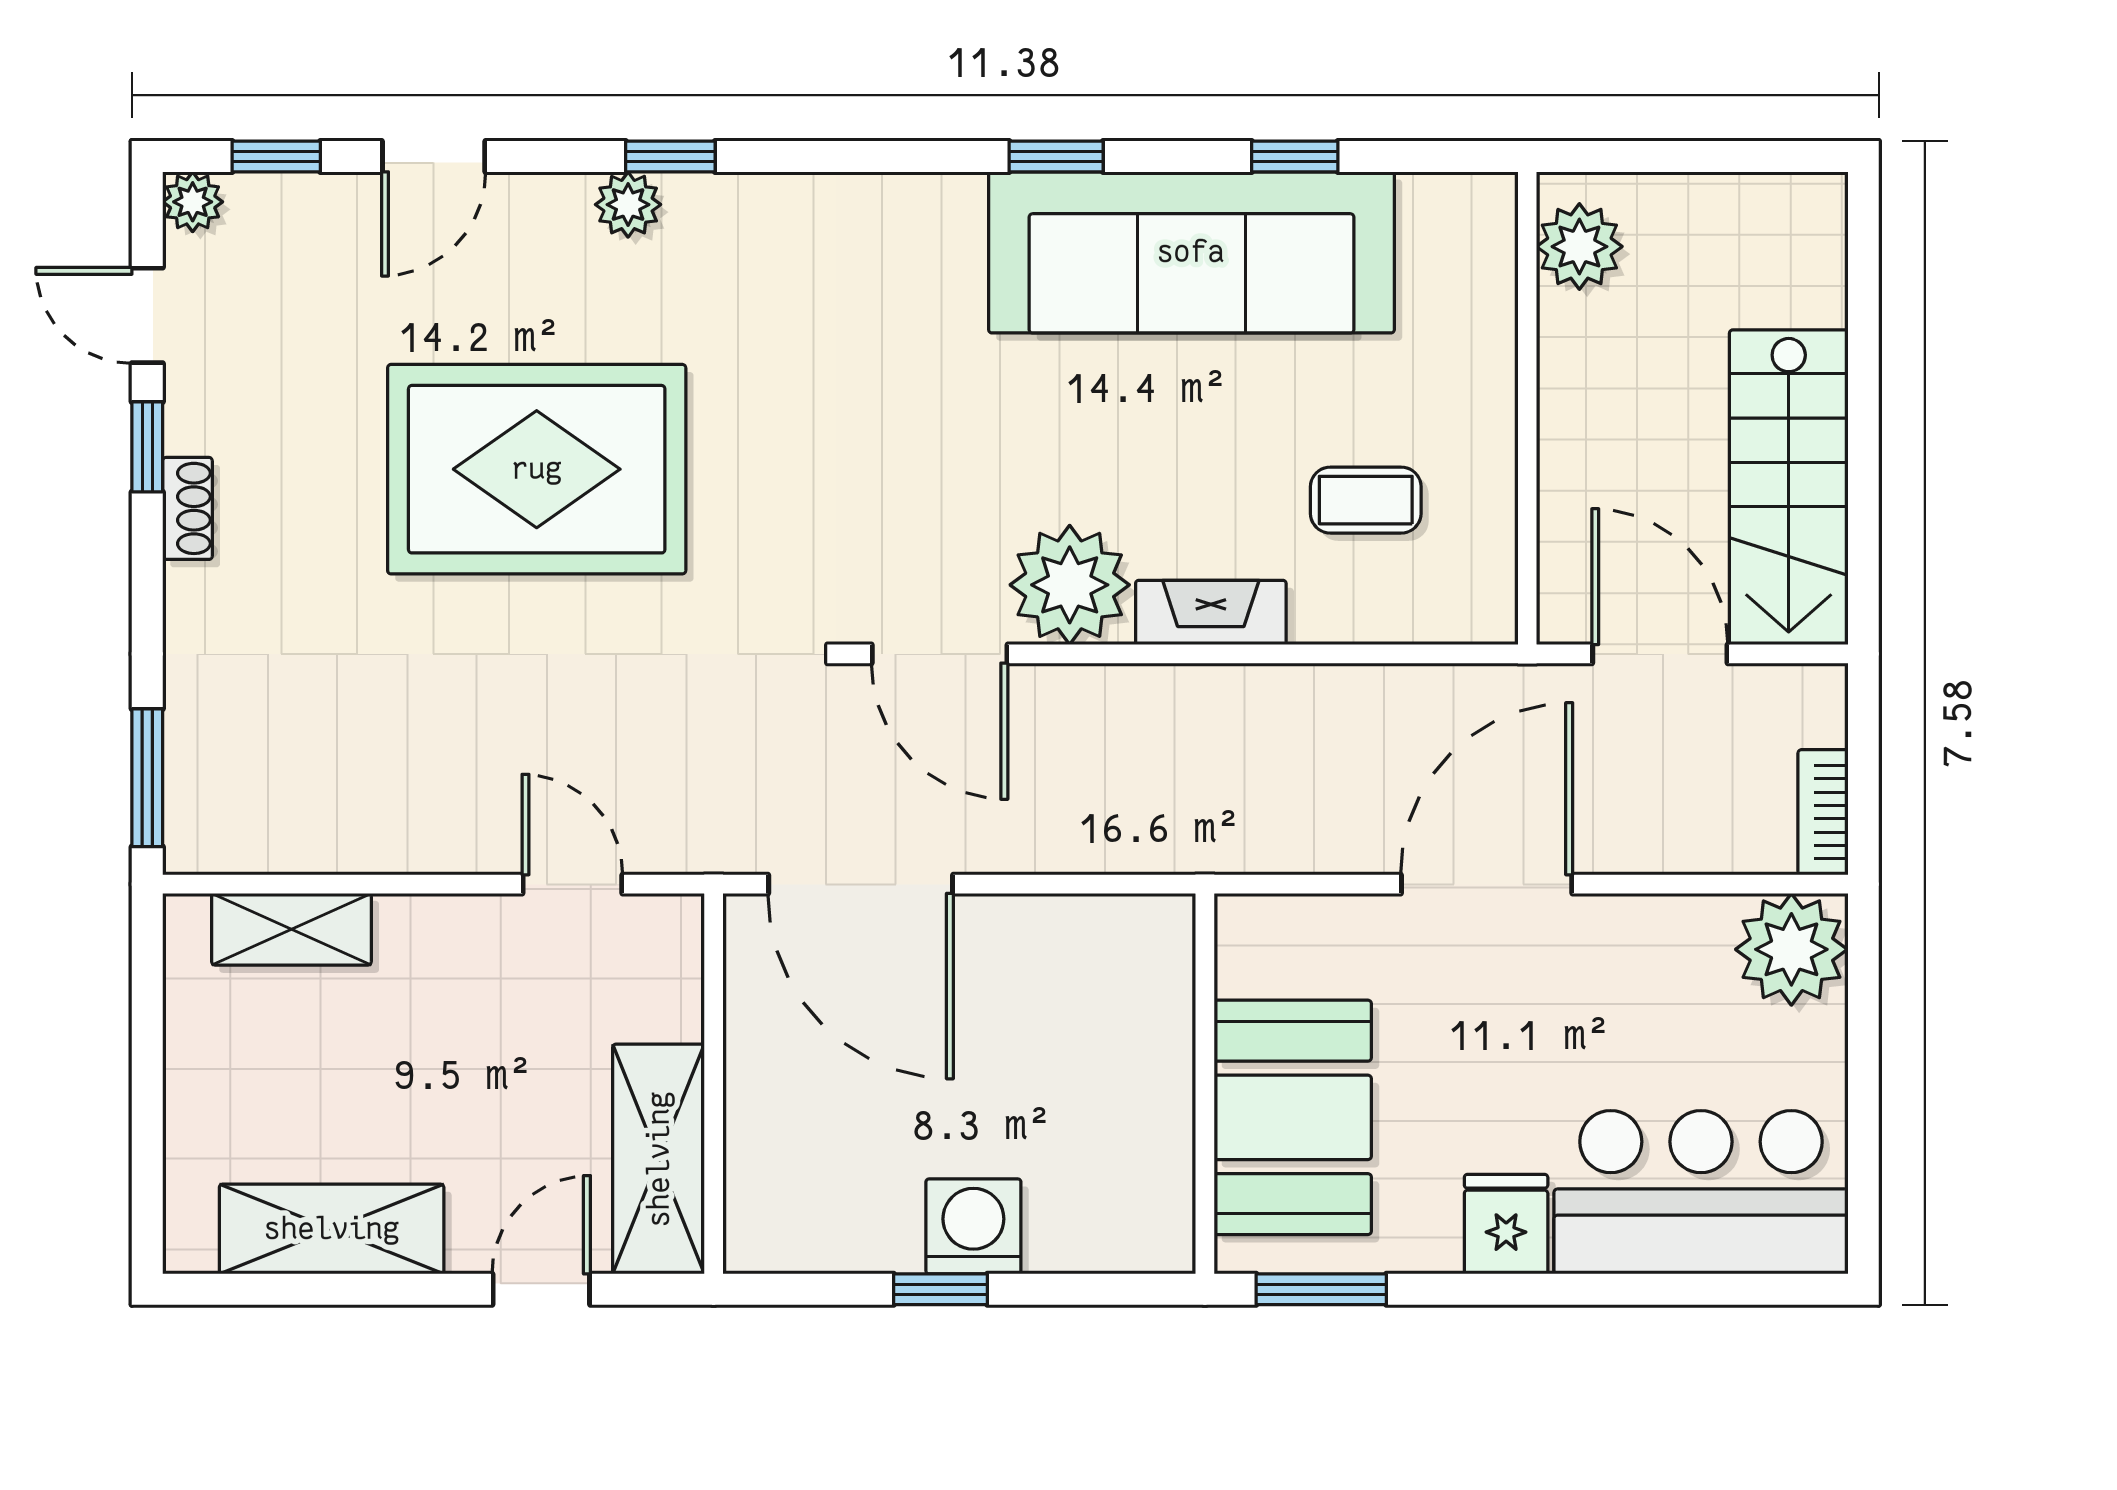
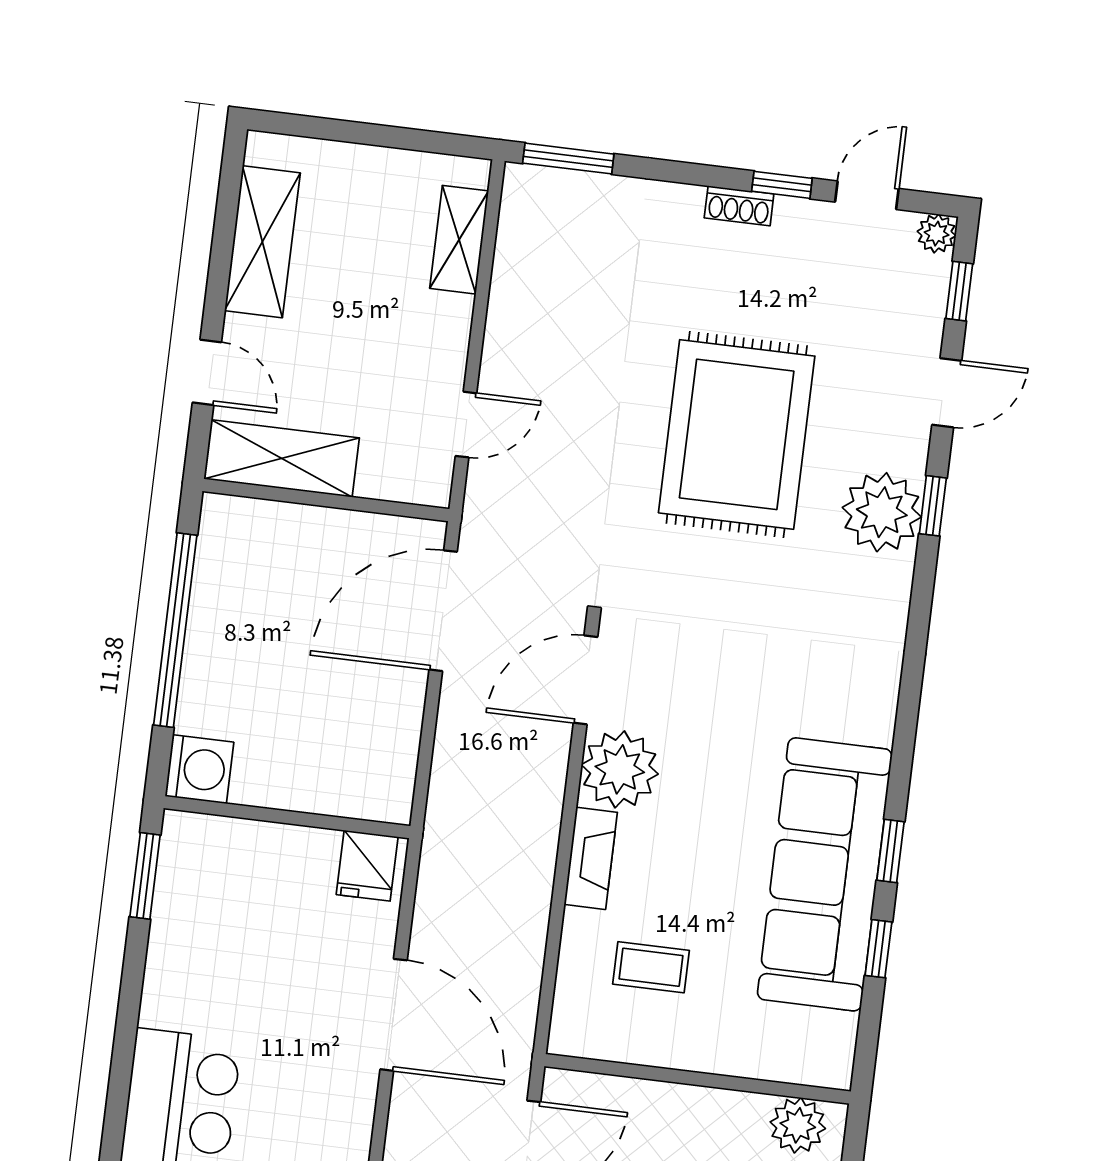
door: (434, 156) -> (947, 393), swing flipped
window: (670, 156) -> (933, 506), moved
window: (1056, 156) -> (890, 851), moved
plant: (628, 205) -> (882, 512), width x1.88, depth x1.88
coffee table: (1366, 500) -> (651, 967), turned 90
booth: (1293, 1117) -> (258, 871), removed
fridge: (1506, 1224) -> (367, 866), moved, turned 90
washing machine: (973, 1226) -> (199, 769), moved
window: (941, 1289) -> (175, 630), width x3.17

